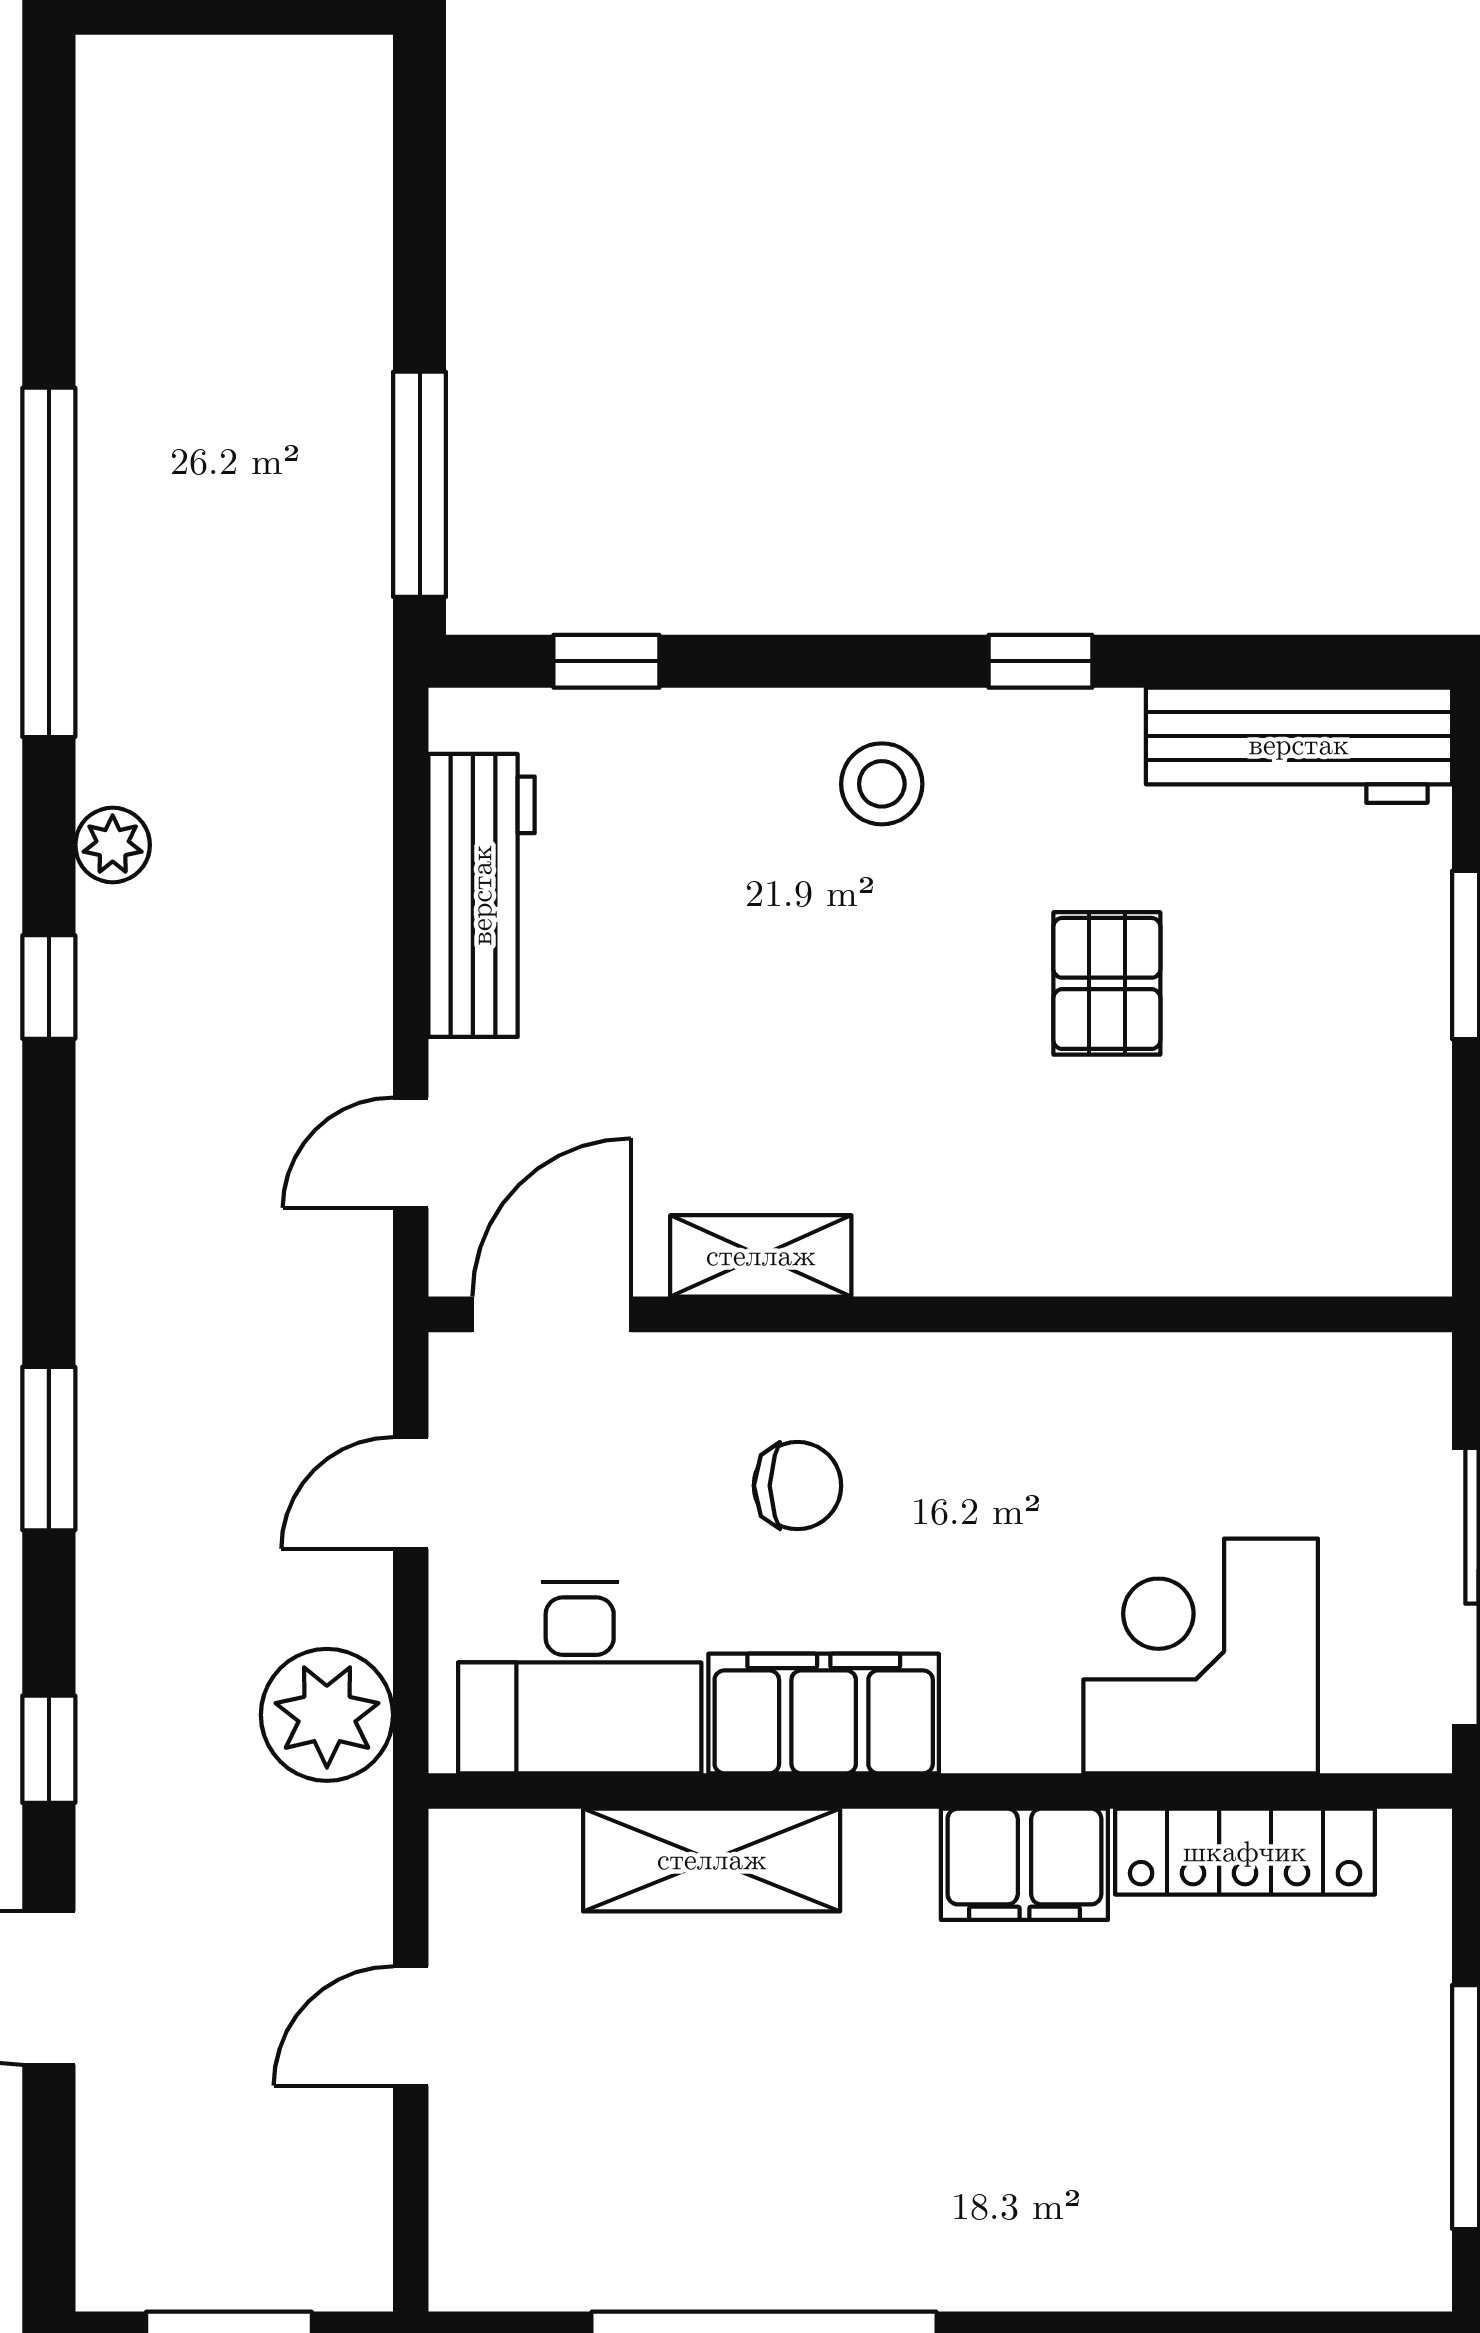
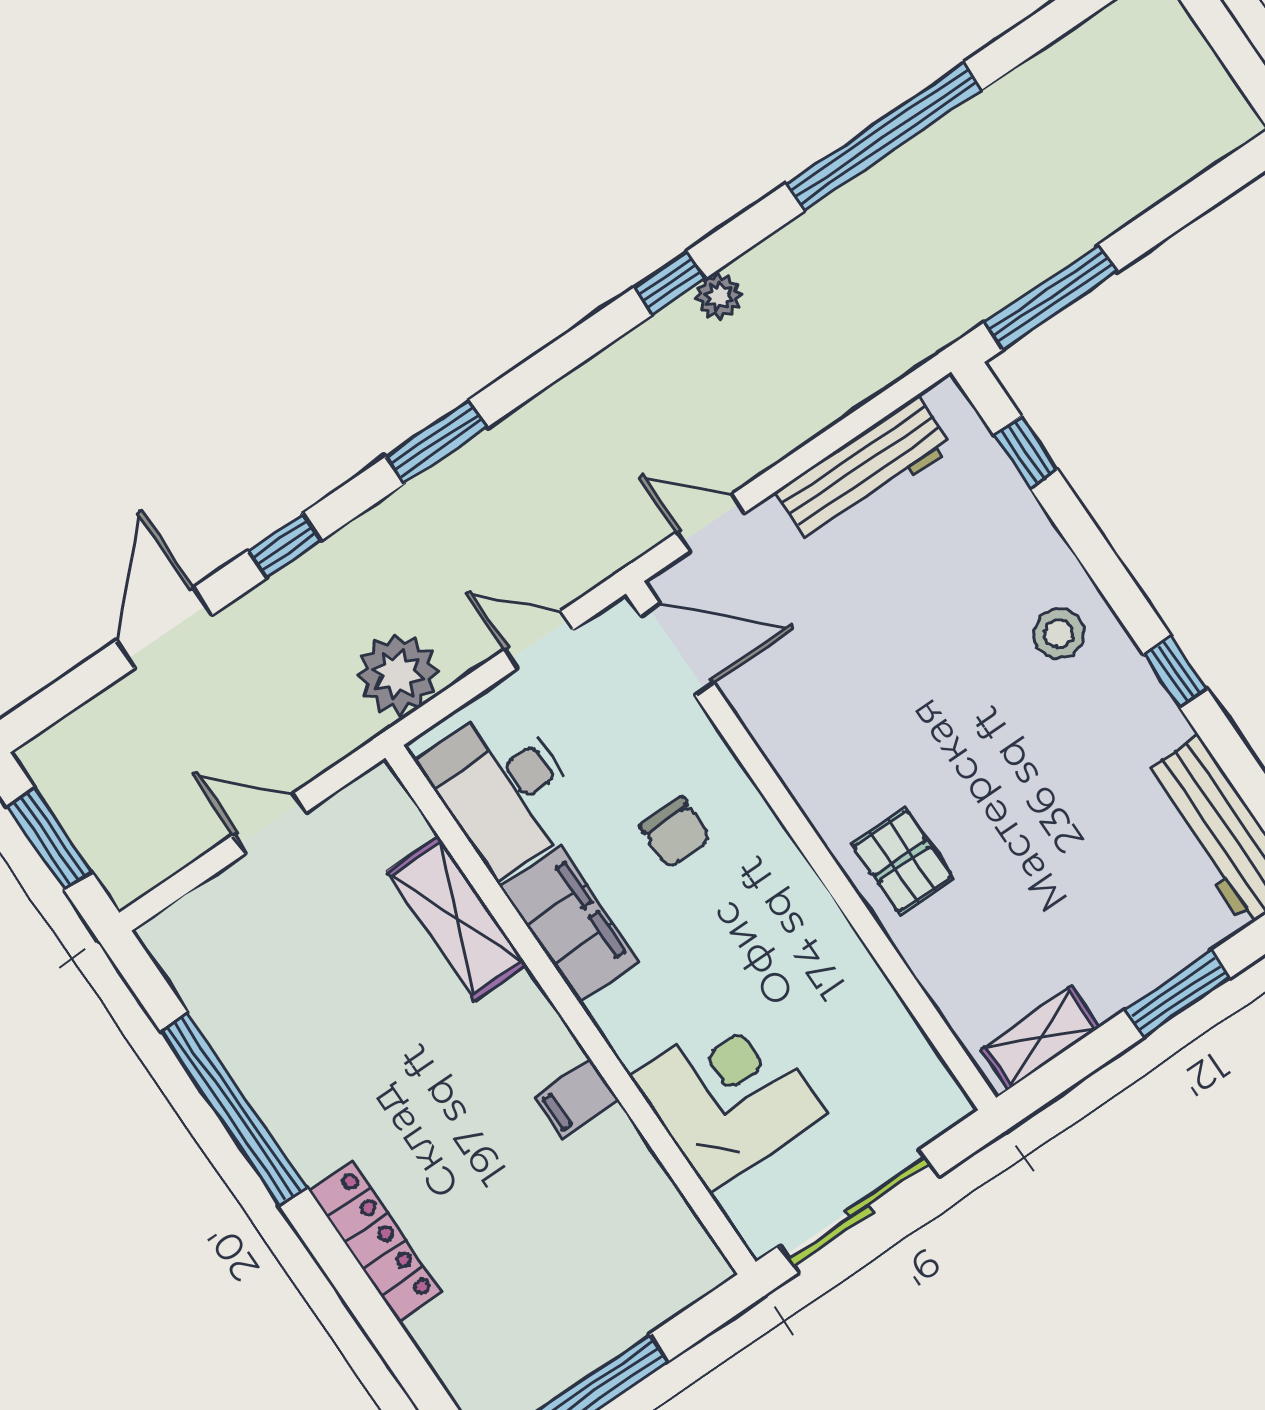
plant: (113, 845) -> (719, 296), moved
pallet: (1107, 983) -> (902, 861), moved, turned 90
shelving: (761, 1256) -> (1041, 1038), moved, turned 90
locker: (1245, 1852) -> (375, 1241), moved, turned 180
filing cabinet: (1024, 1864) -> (577, 1099), width x0.50

